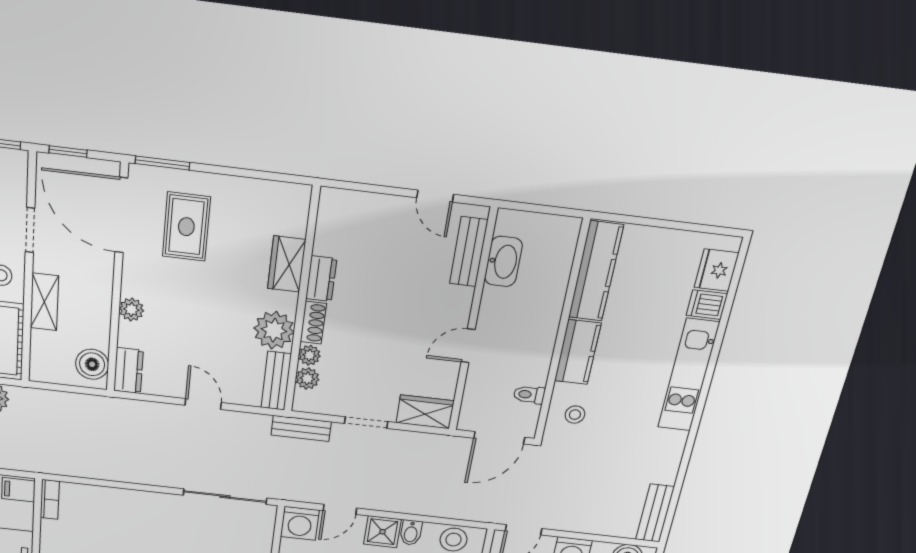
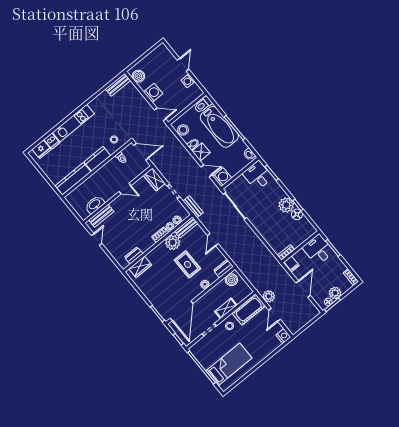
rug: (186, 227) -> (188, 264), moved, turned 90
wardrobe: (287, 264) -> (140, 267), moved
dresser: (321, 279) -> (134, 255), moved

